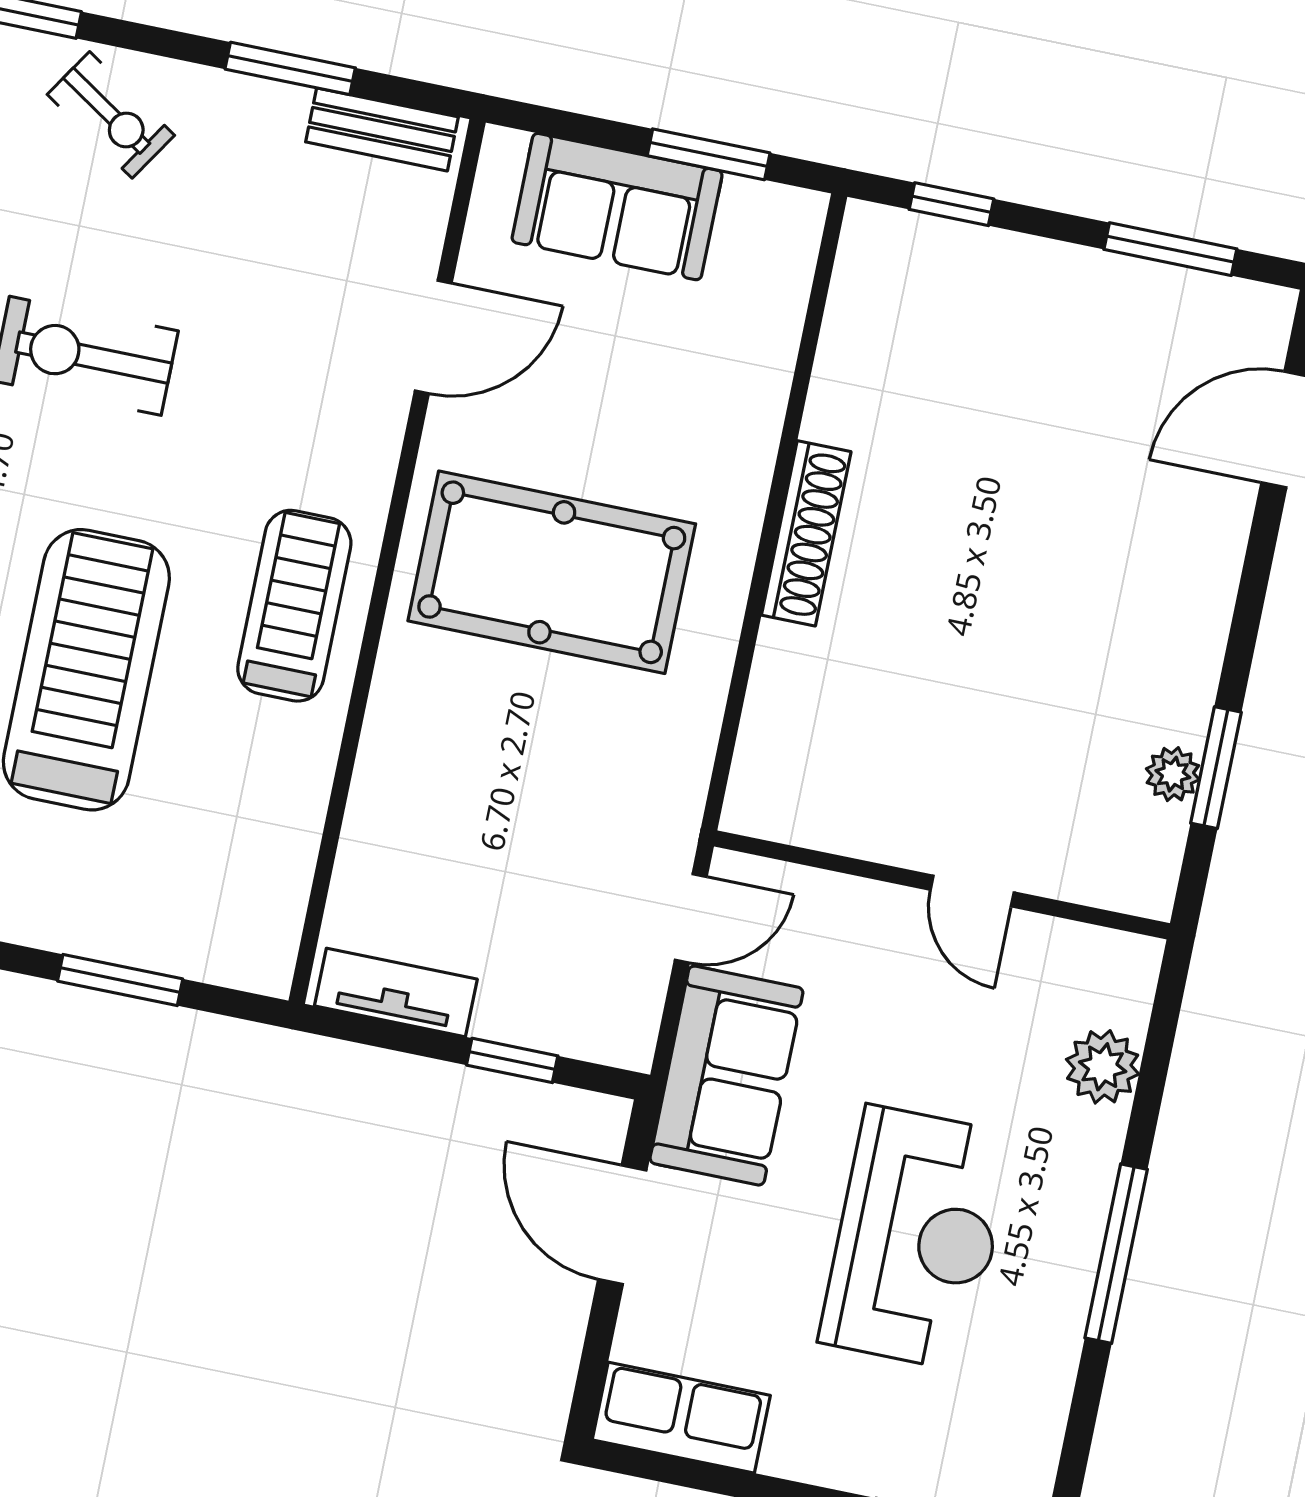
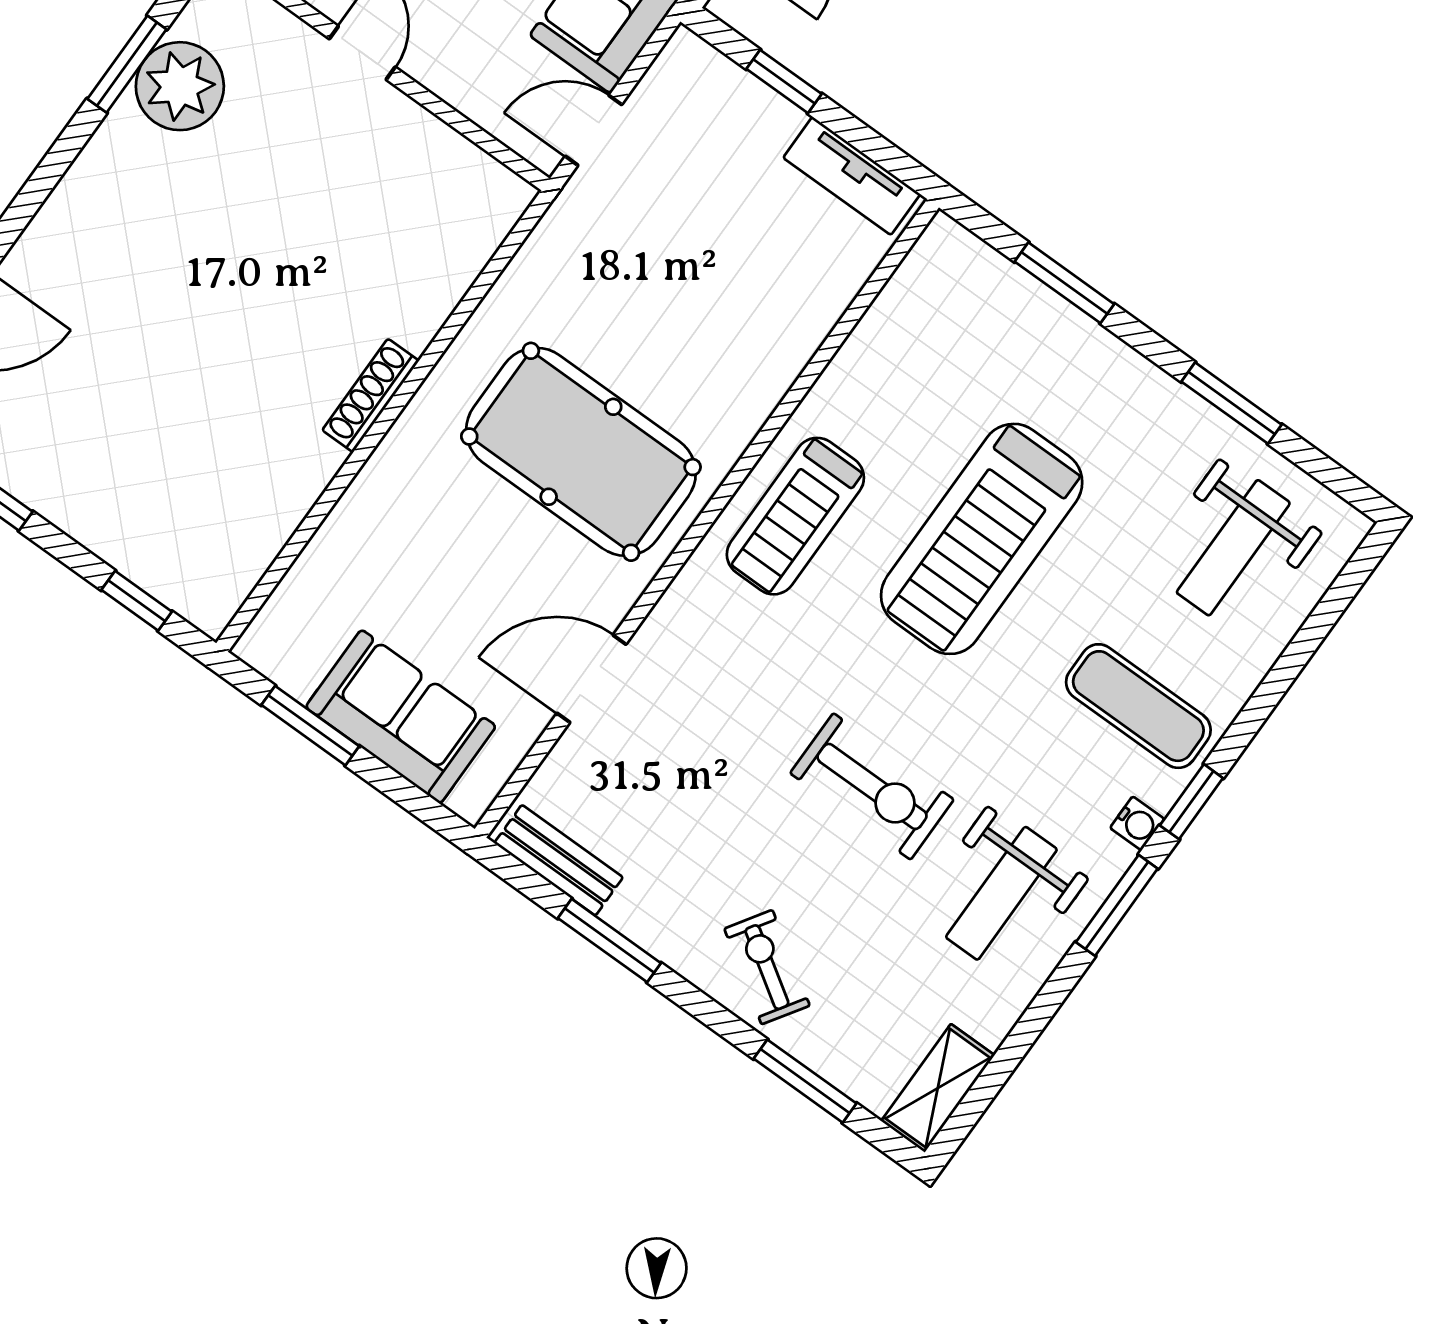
shoe rack: (806, 533) -> (371, 395), width x0.74, depth x0.81
plant: (1173, 774) -> (180, 86), width x1.88, depth x1.88

